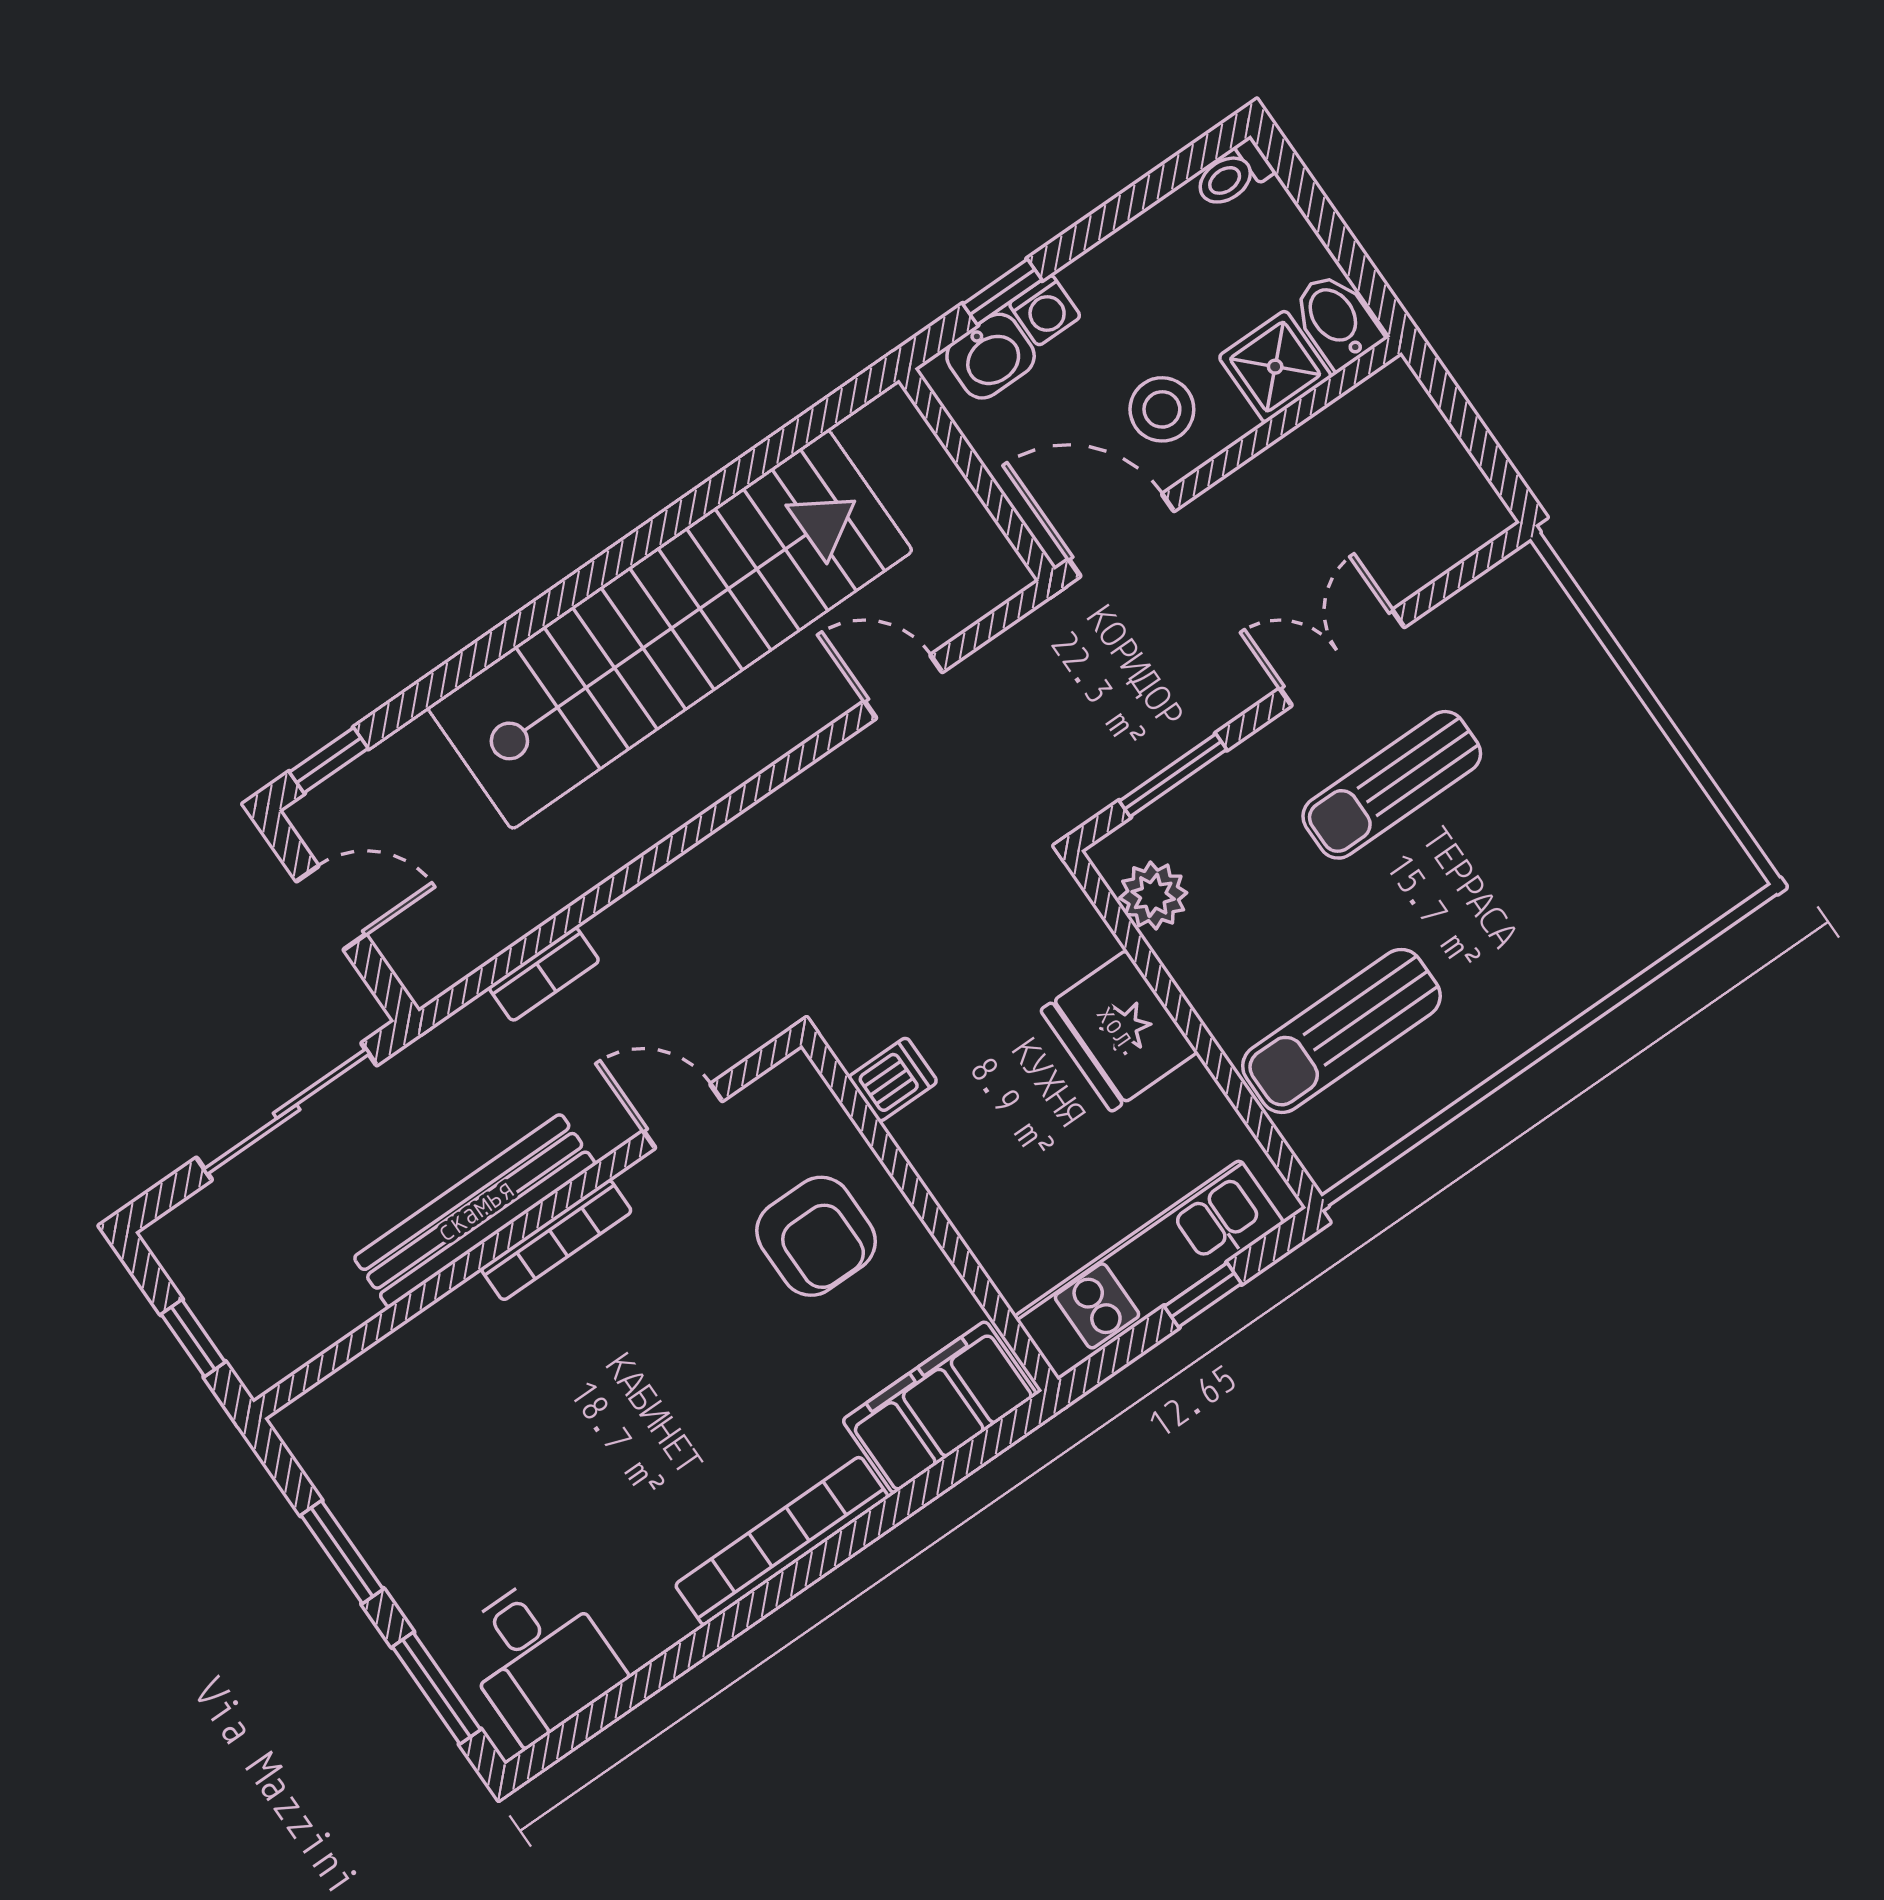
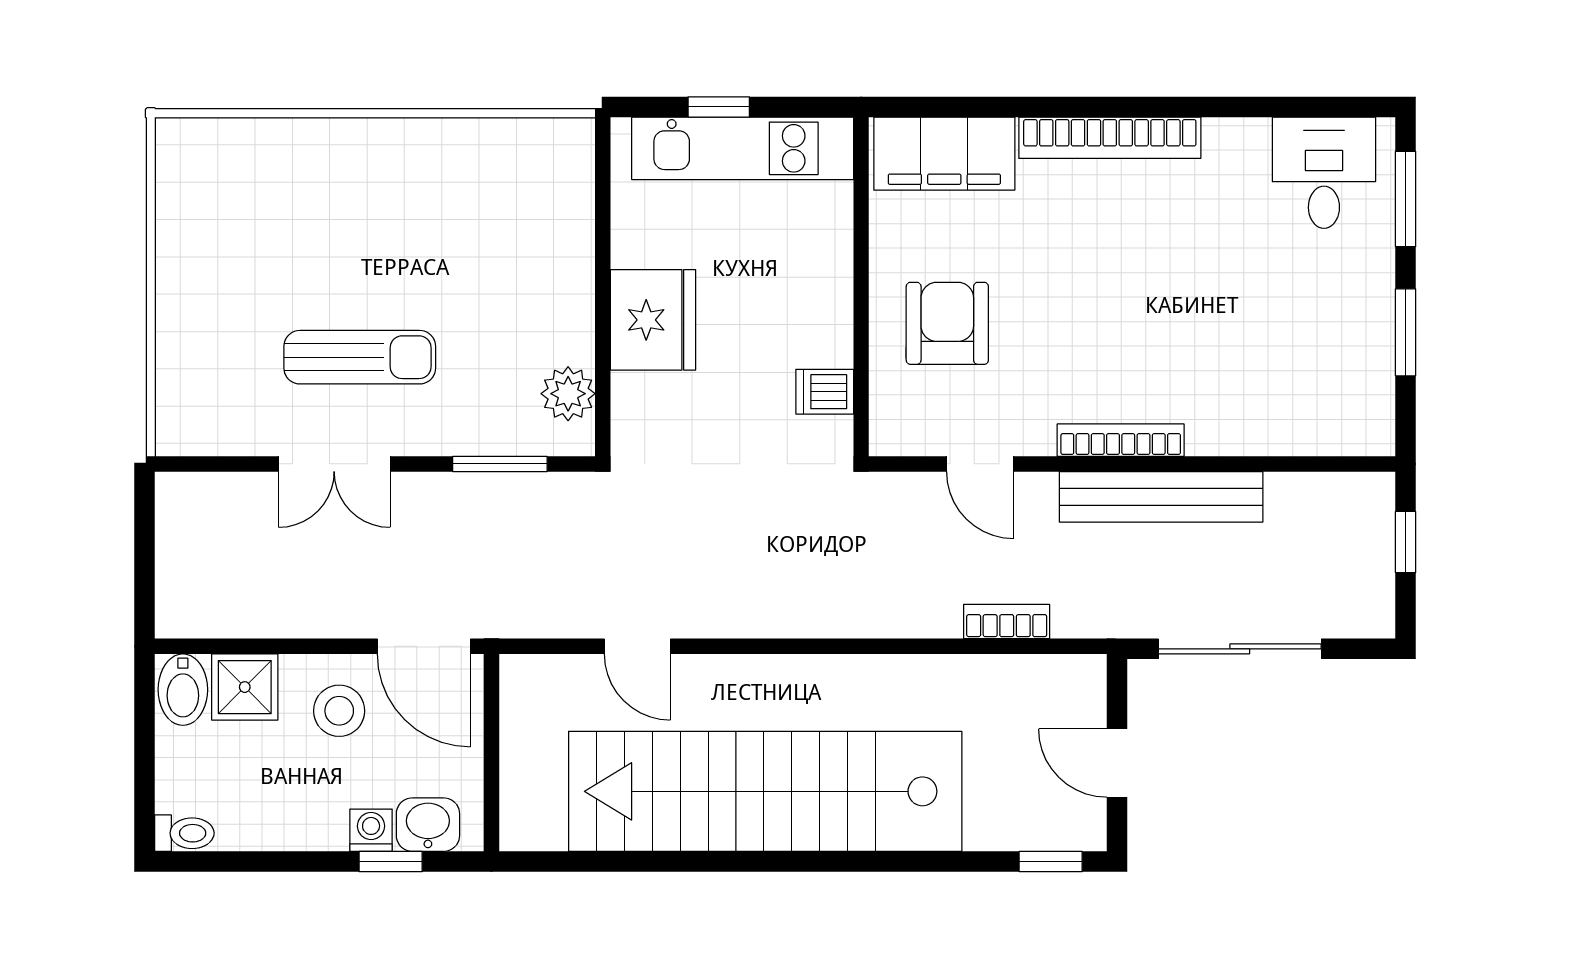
sun lounger: (1341, 1031) -> (506, 218), removed

